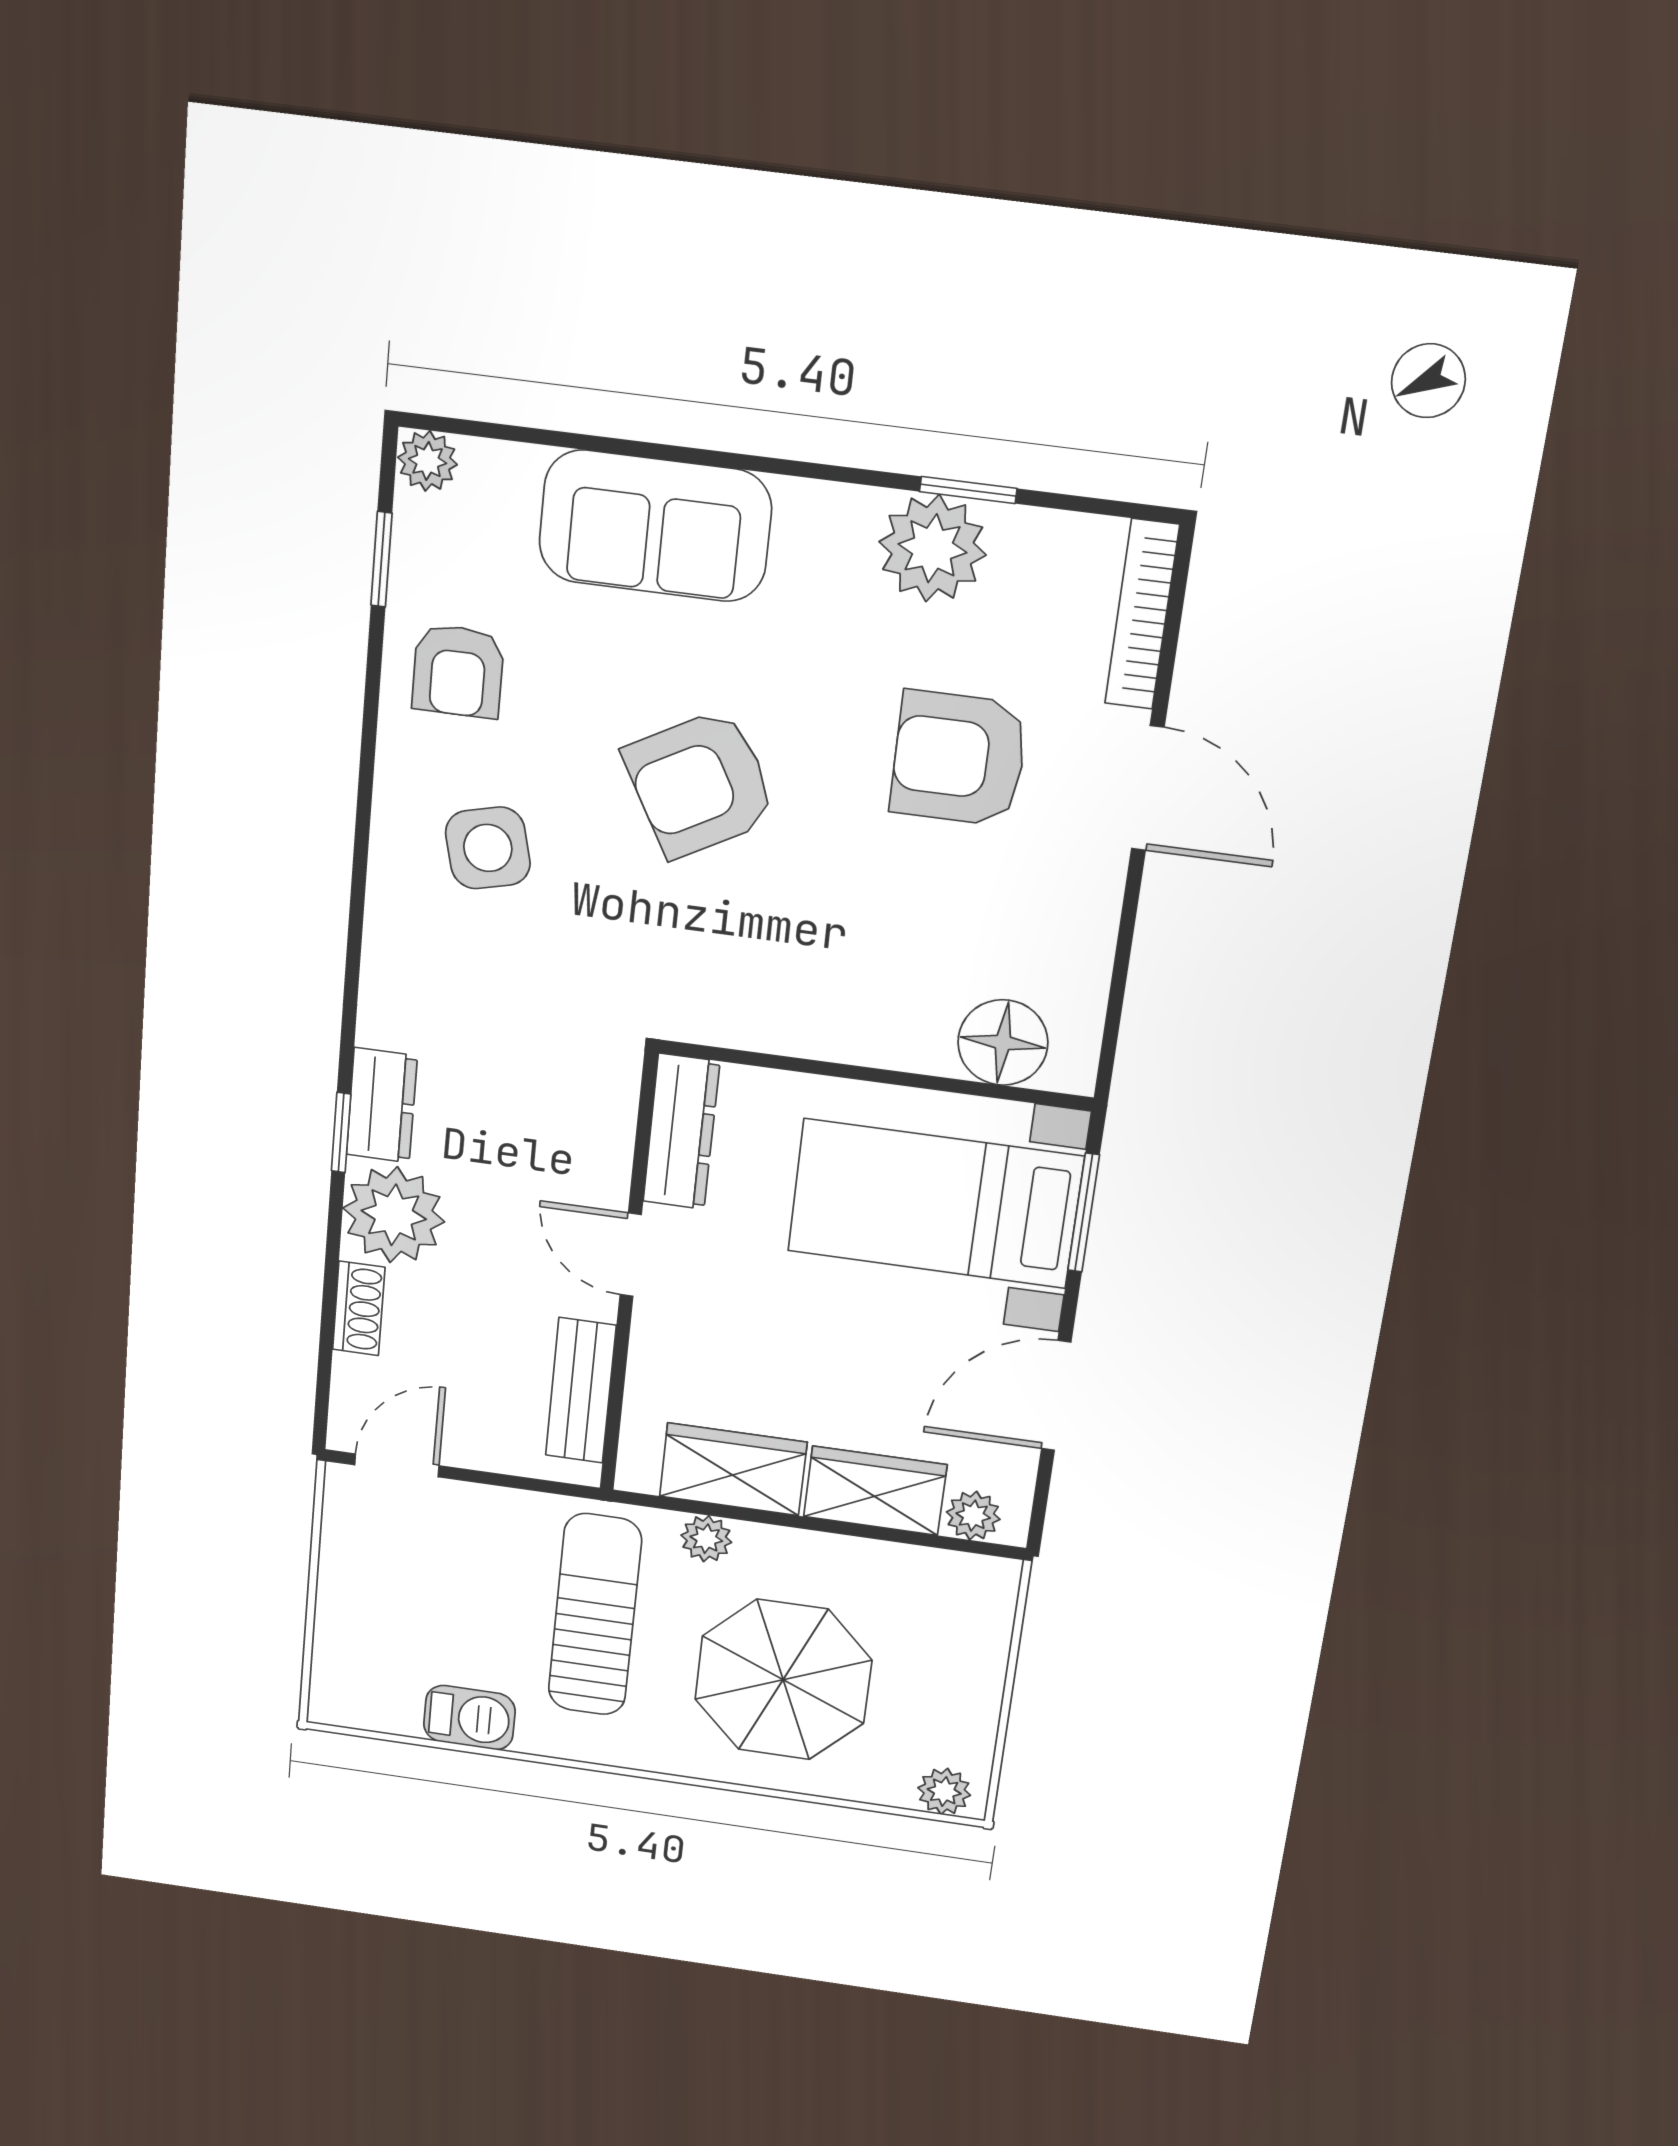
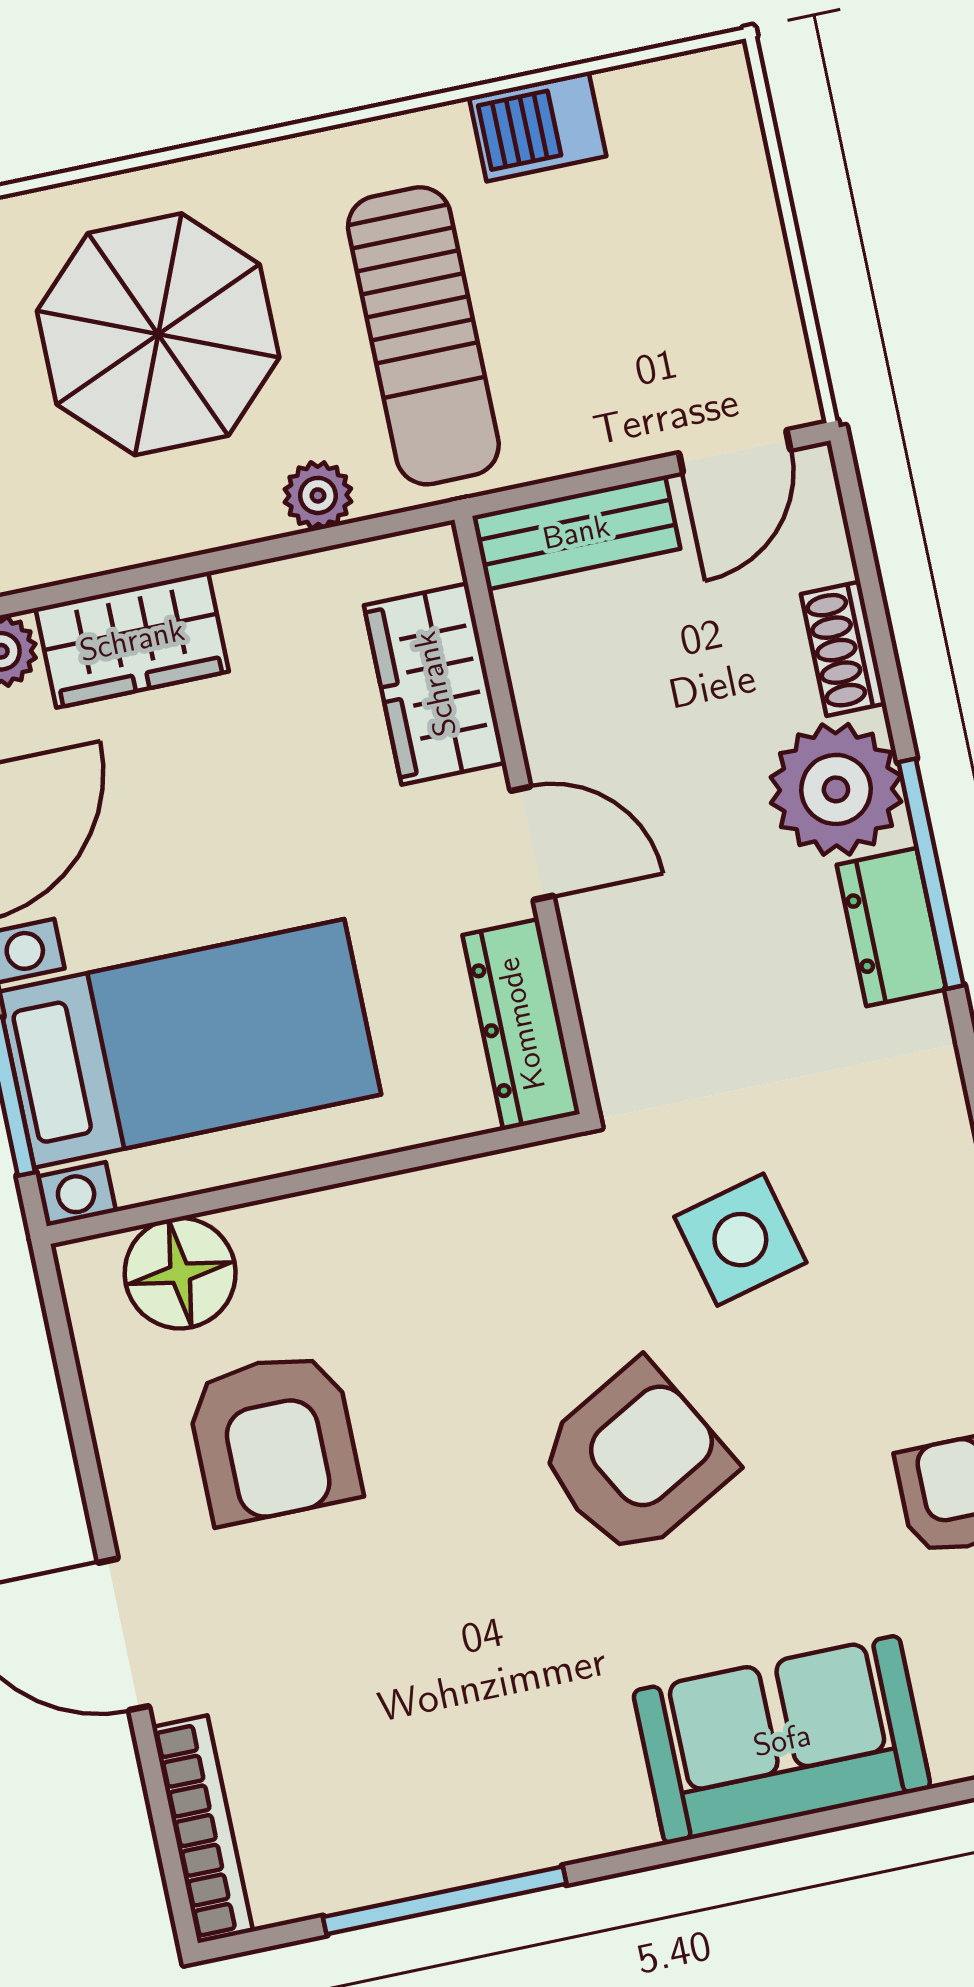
window: (968, 490) -> (445, 1900), width x2.17
plant: (932, 548) -> (462, 1822), removed
armchair: (959, 758) -> (274, 1438), moved, turned 90
side table: (488, 848) -> (740, 1240), moved
window: (341, 1133) -> (931, 874), width x2.17
bench: (581, 1390) -> (576, 532), moved, turned 90
wardrobe: (733, 1469) -> (435, 684), moved, turned 90

